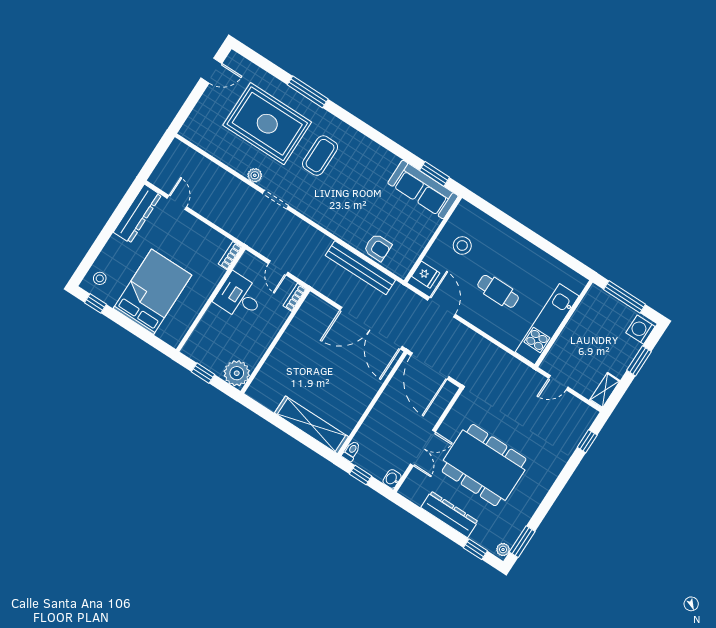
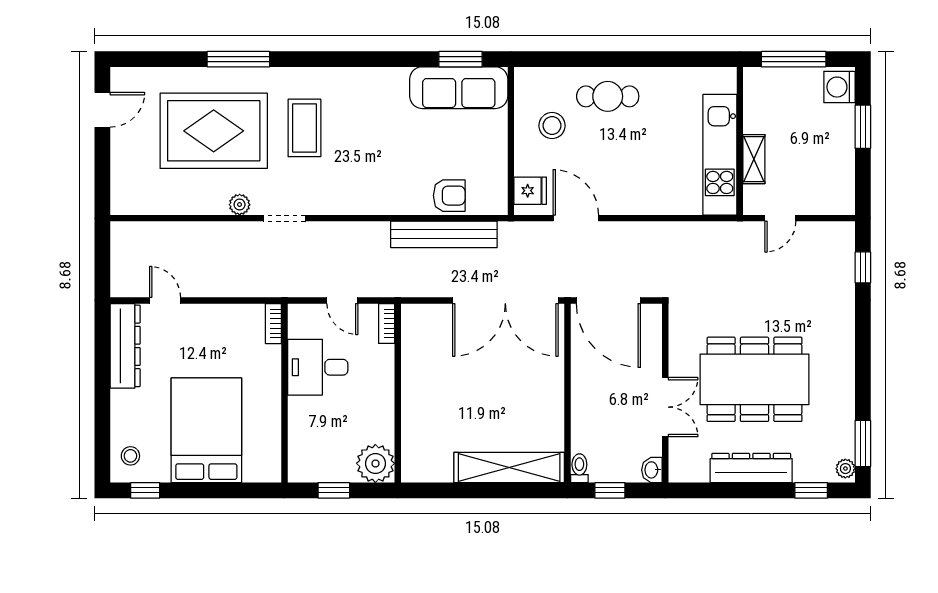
cafe table: (498, 291) -> (608, 96), moved
shelving: (605, 390) -> (754, 159), moved

